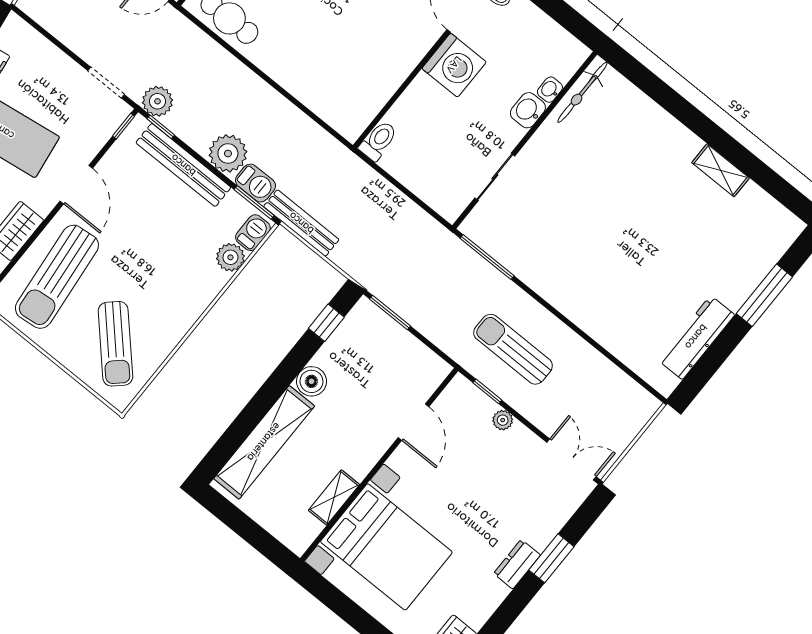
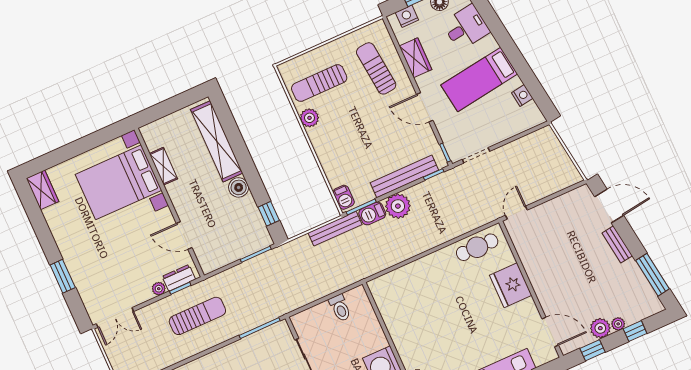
plant: (157, 101) -> (450, 180), removed
toilet: (378, 141) -> (340, 308), moved
plant: (230, 257) -> (309, 118), moved
sun lounger: (57, 277) -> (376, 68), width x0.73, depth x0.75
sun lounger: (115, 344) -> (319, 83), turned -47
dresser: (517, 564) -> (179, 278), moved, turned -90

